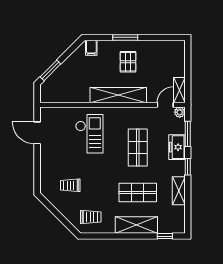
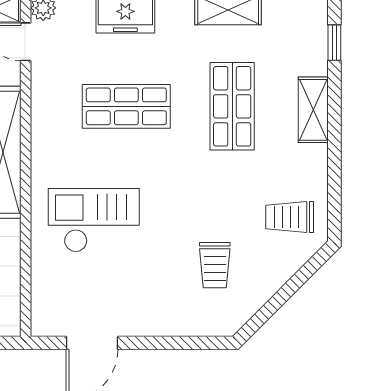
trolley: (91, 217) -> (290, 217), turned -90
shelving: (136, 225) -> (313, 110), width x0.67, depth x0.75

